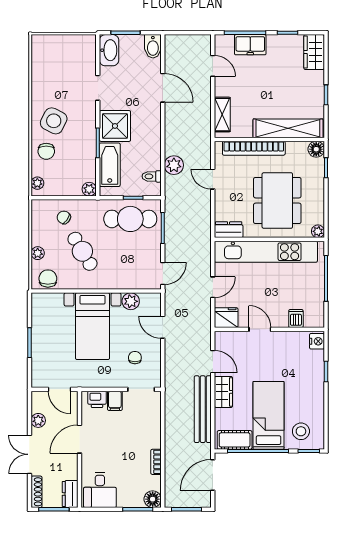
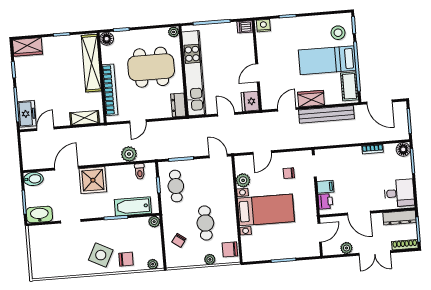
freezer: (250, 45) -> (27, 114), moved
shower: (115, 126) -> (93, 180), moved
cafe table: (130, 219) -> (176, 186), width x0.73, depth x0.74
cafe table: (82, 251) -> (205, 223), turned -59
dishwasher: (296, 319) -> (245, 27), moved
dresser: (70, 494) -> (399, 218), width x1.44

